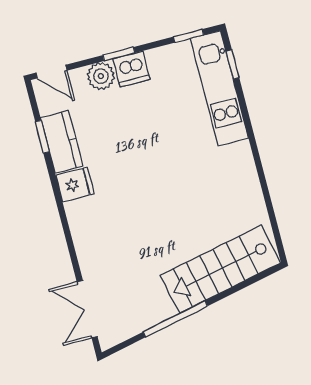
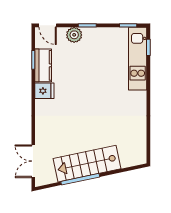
dishwasher: (131, 69) -> (92, 35), removed
stairs: (220, 269) -> (87, 164), moved

